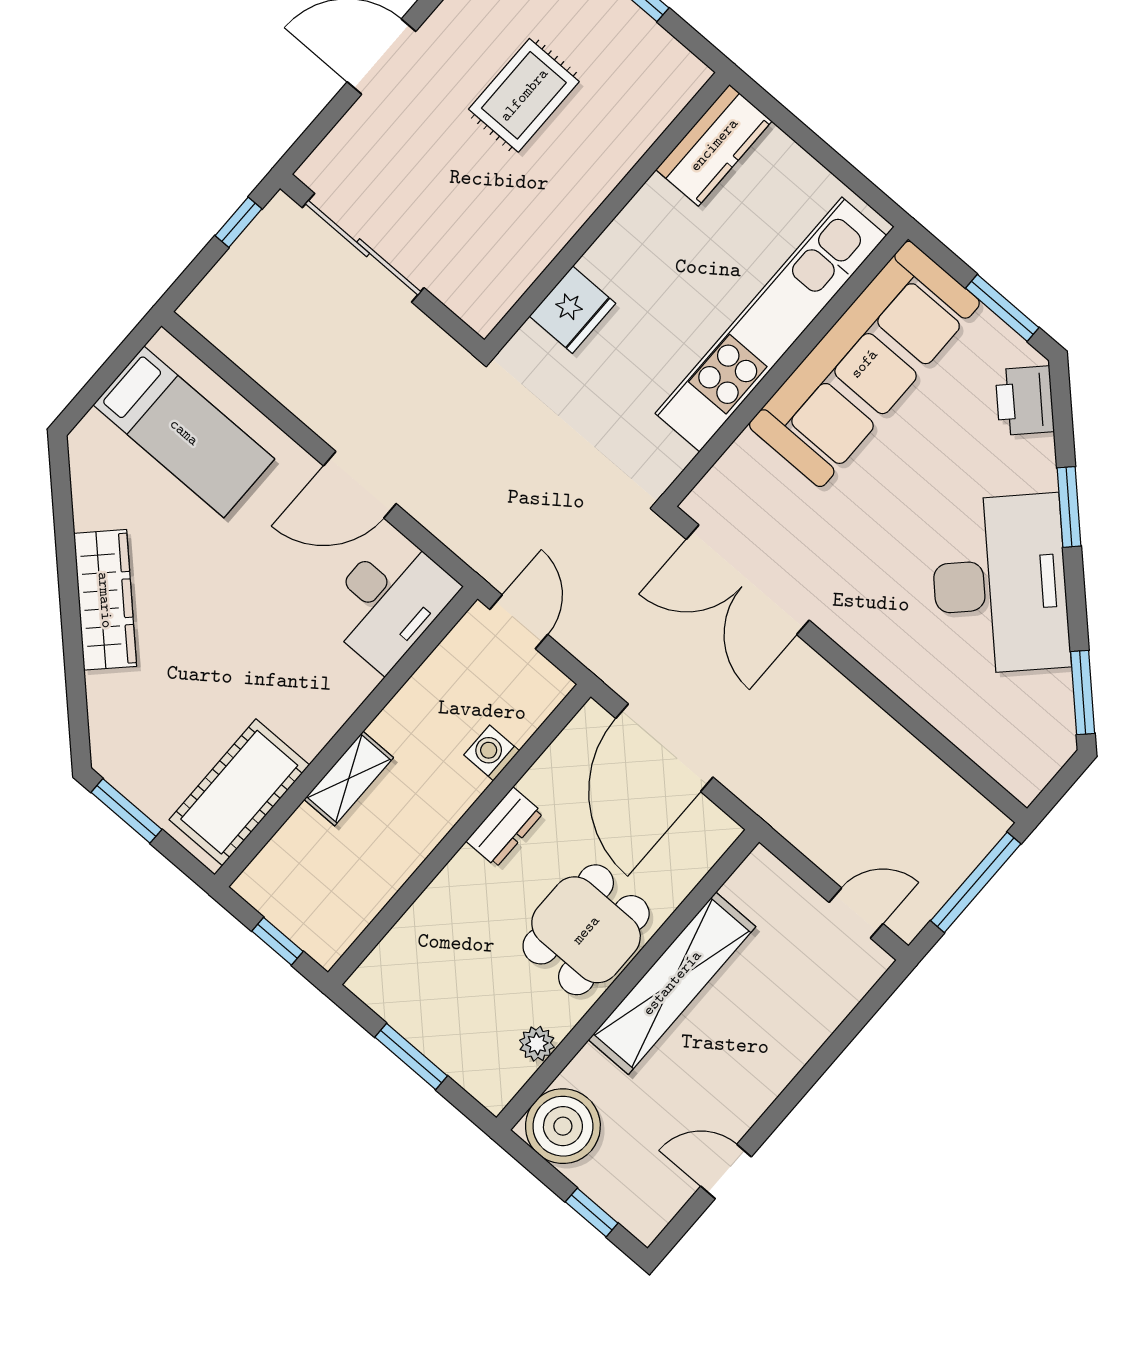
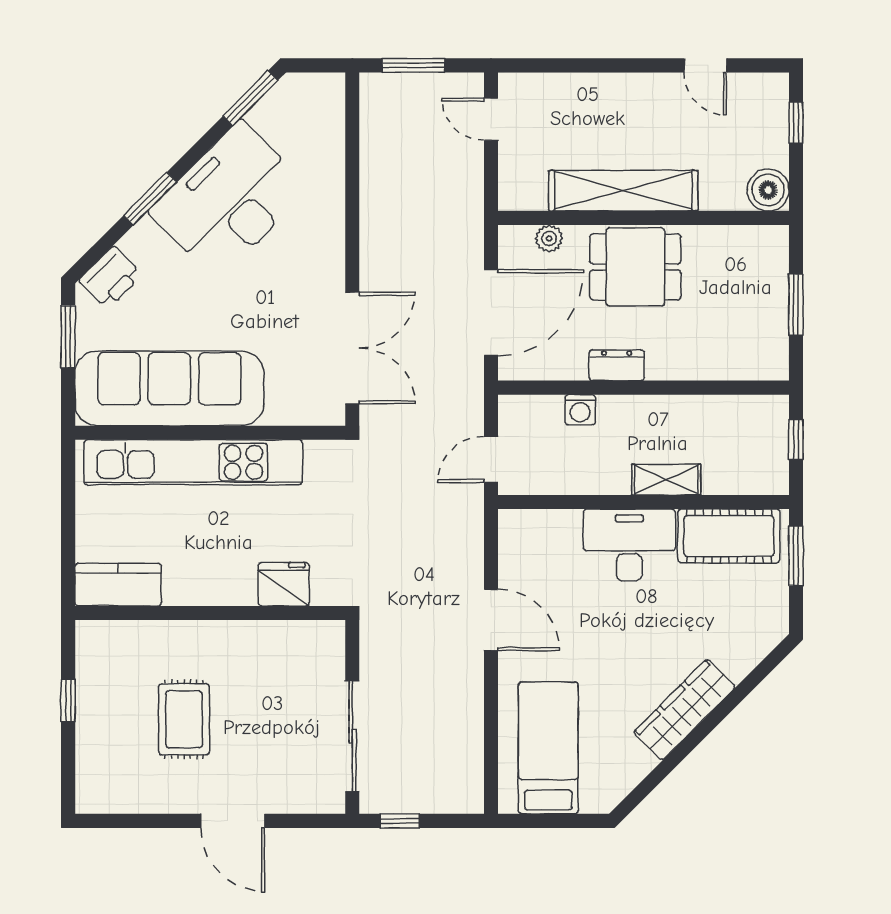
rug: (524, 95) -> (184, 719), turned 90
desk: (389, 601) -> (629, 545), moved
window: (126, 811) -> (796, 556), moved
window: (976, 882) -> (413, 65), width x0.69
plant: (537, 1044) -> (549, 238), moved
boiler: (563, 1126) -> (768, 190), width x0.73, depth x0.73

